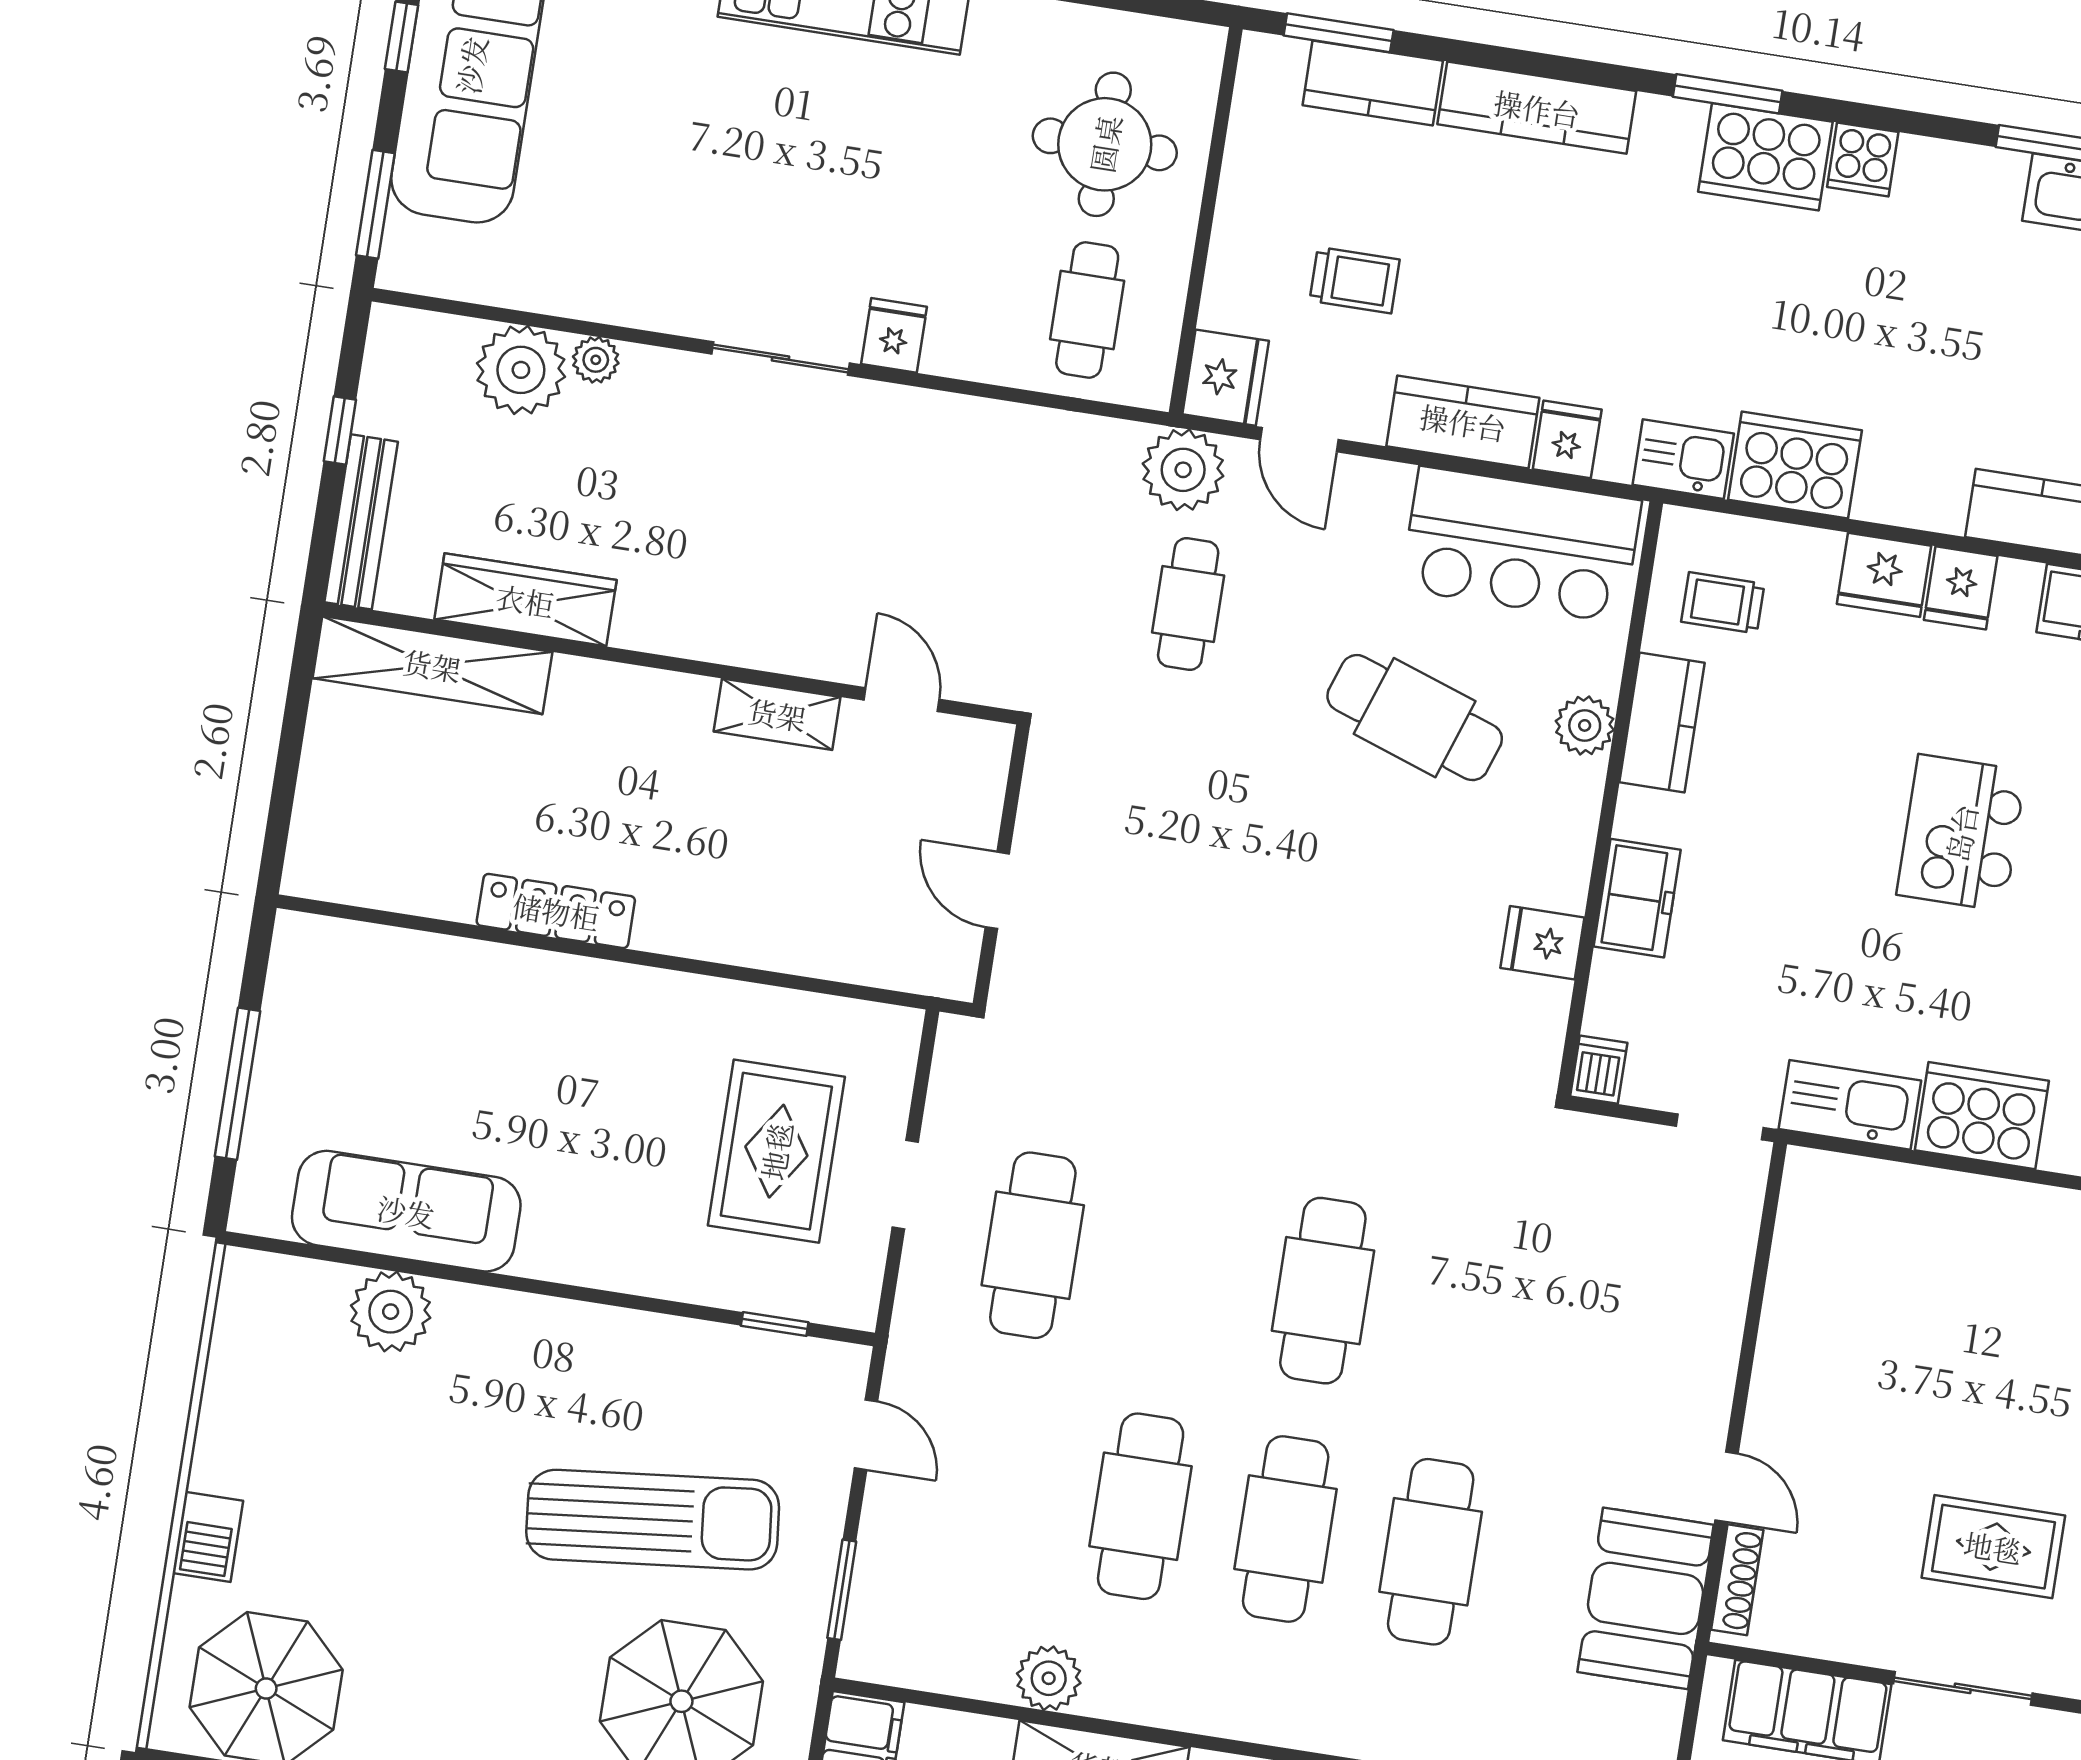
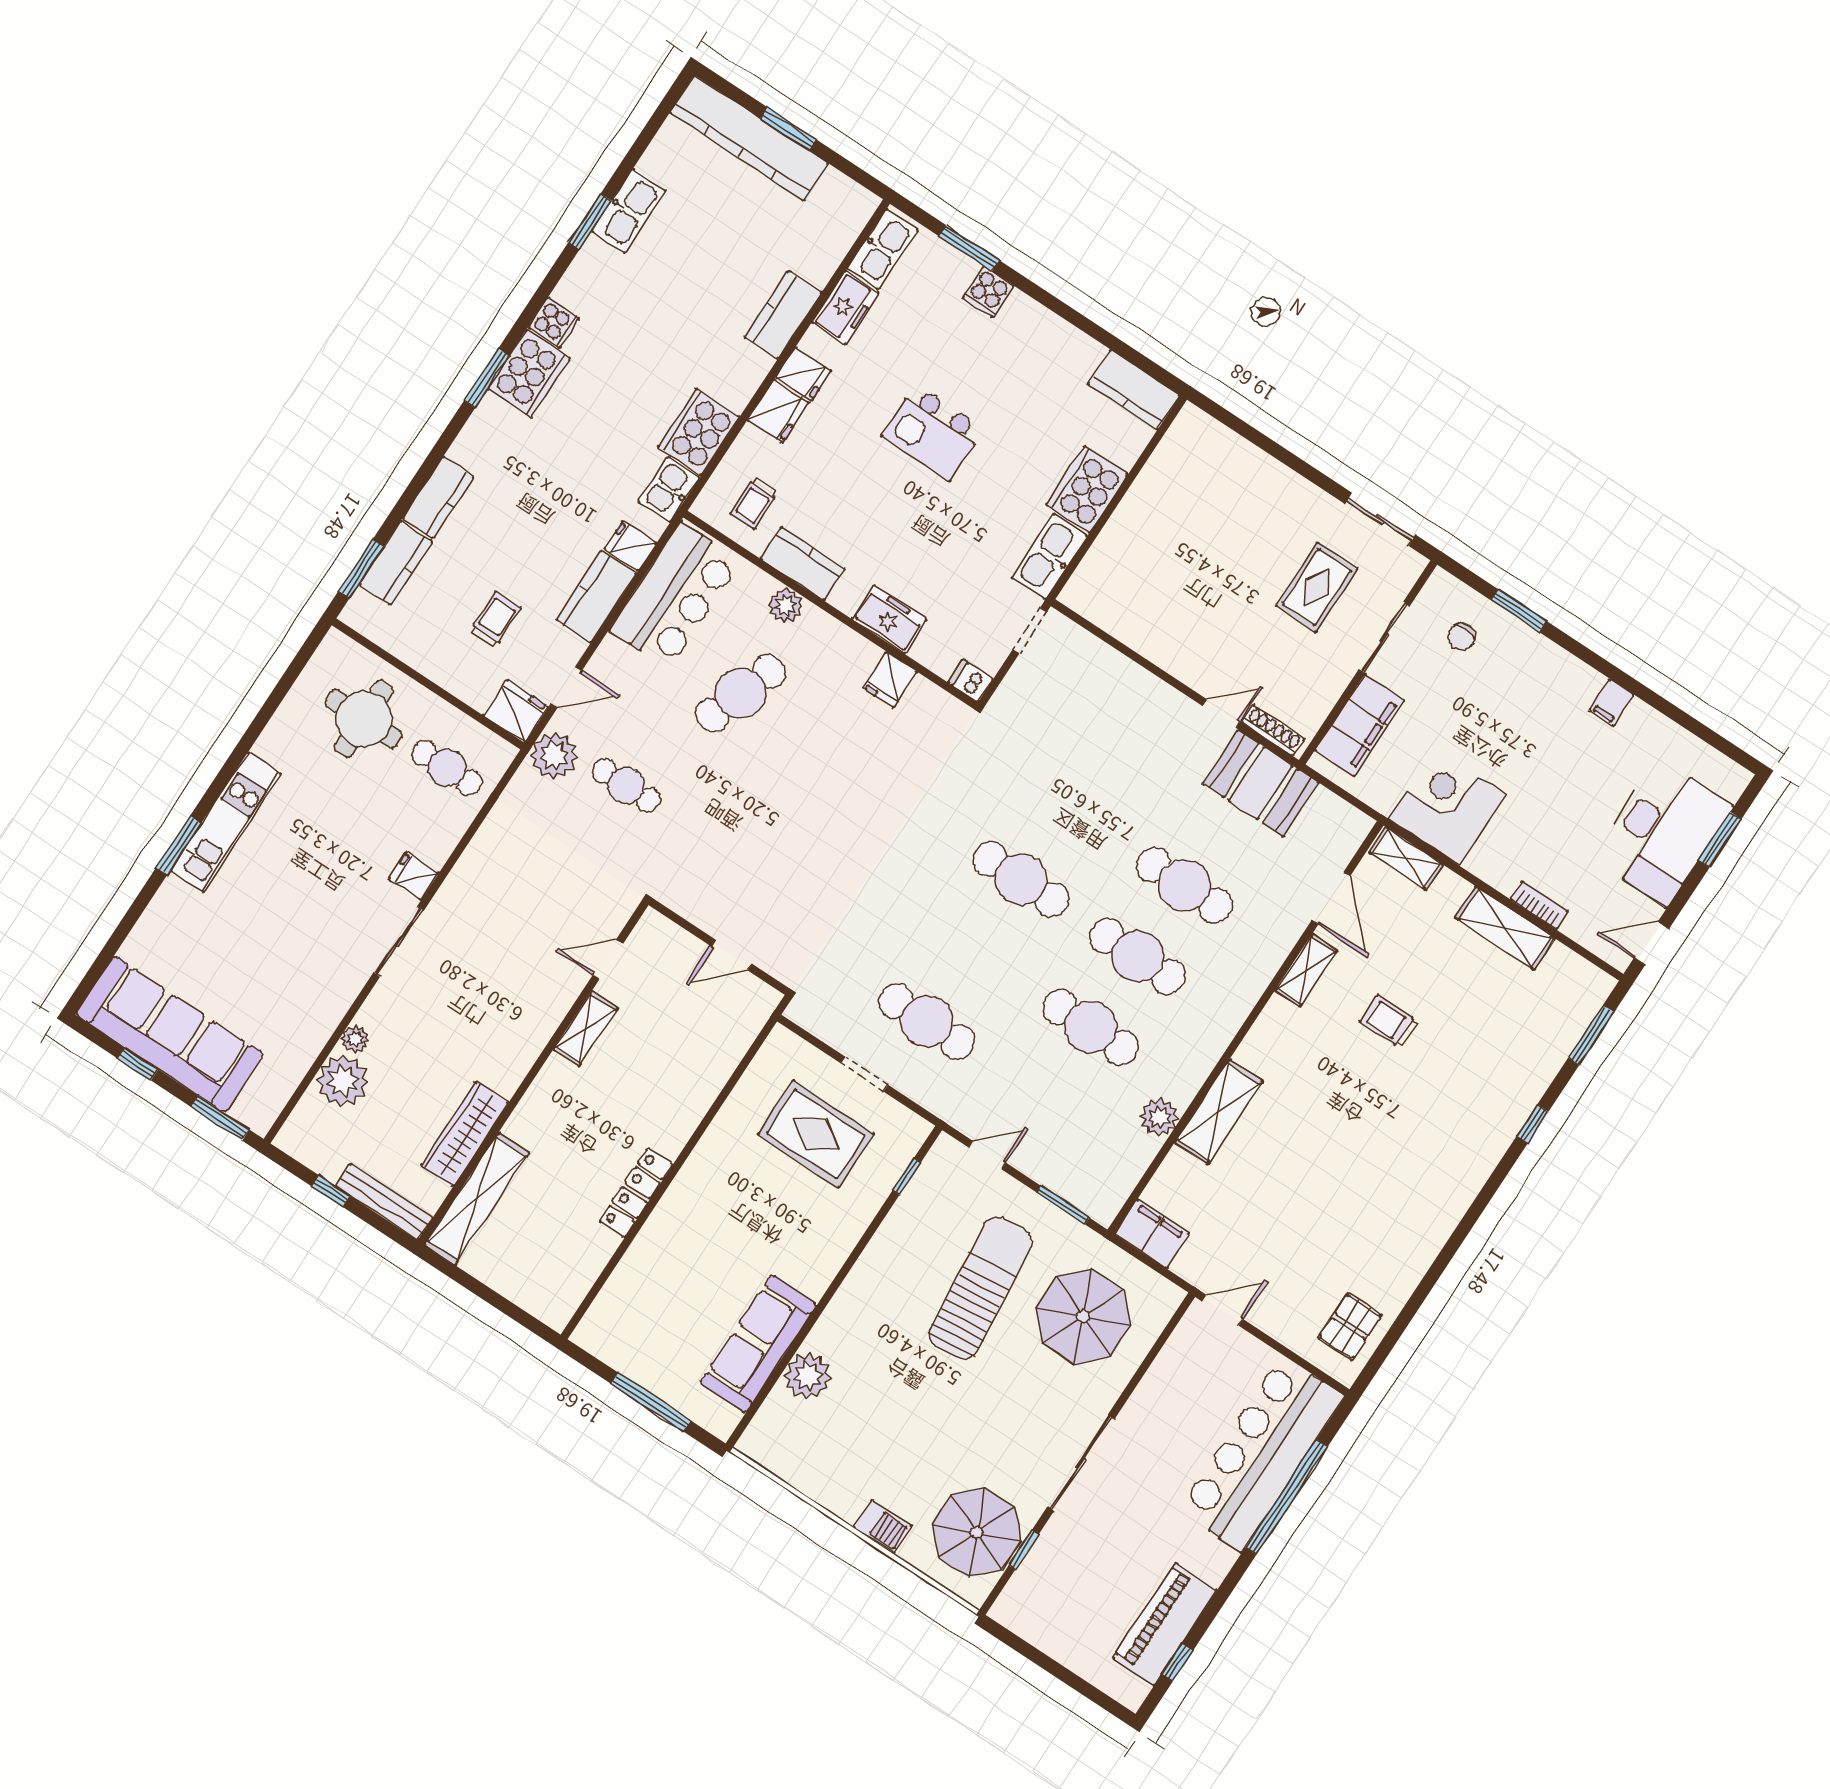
kitchen counter: (1537, 108) -> (438, 498), width x0.67

